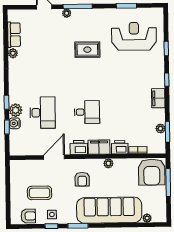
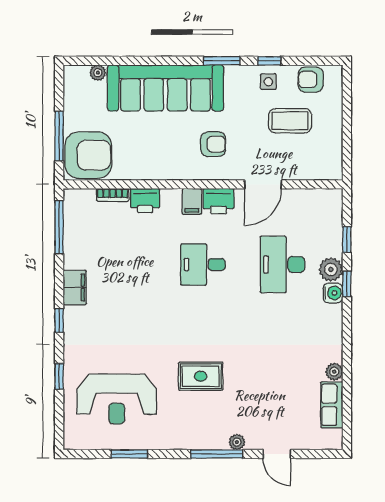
water cooler: (15, 123) -> (333, 293), moved
plant: (160, 129) -> (72, 233), removed
window: (167, 132) -> (59, 227), width x1.44
filing cabinet: (99, 147) -> (192, 201), width x0.50
plant: (108, 163) -> (166, 172), removed
armchair: (152, 172) -> (88, 155), turned 90
armchair: (82, 179) -> (213, 144), turned 90

